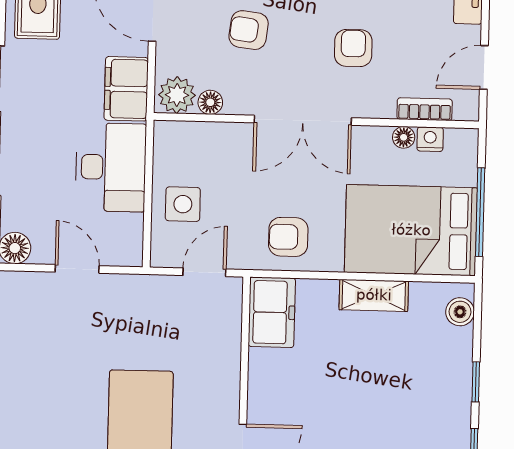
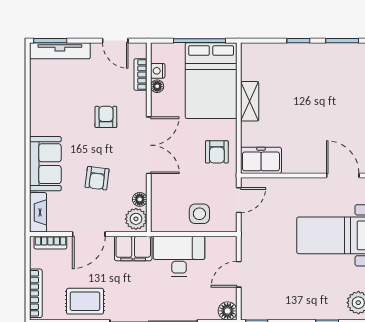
armchair: (353, 48) -> (106, 117), turned 90
door: (204, 272) -> (239, 200), swing flipped
boiler: (460, 312) -> (258, 51), removed

